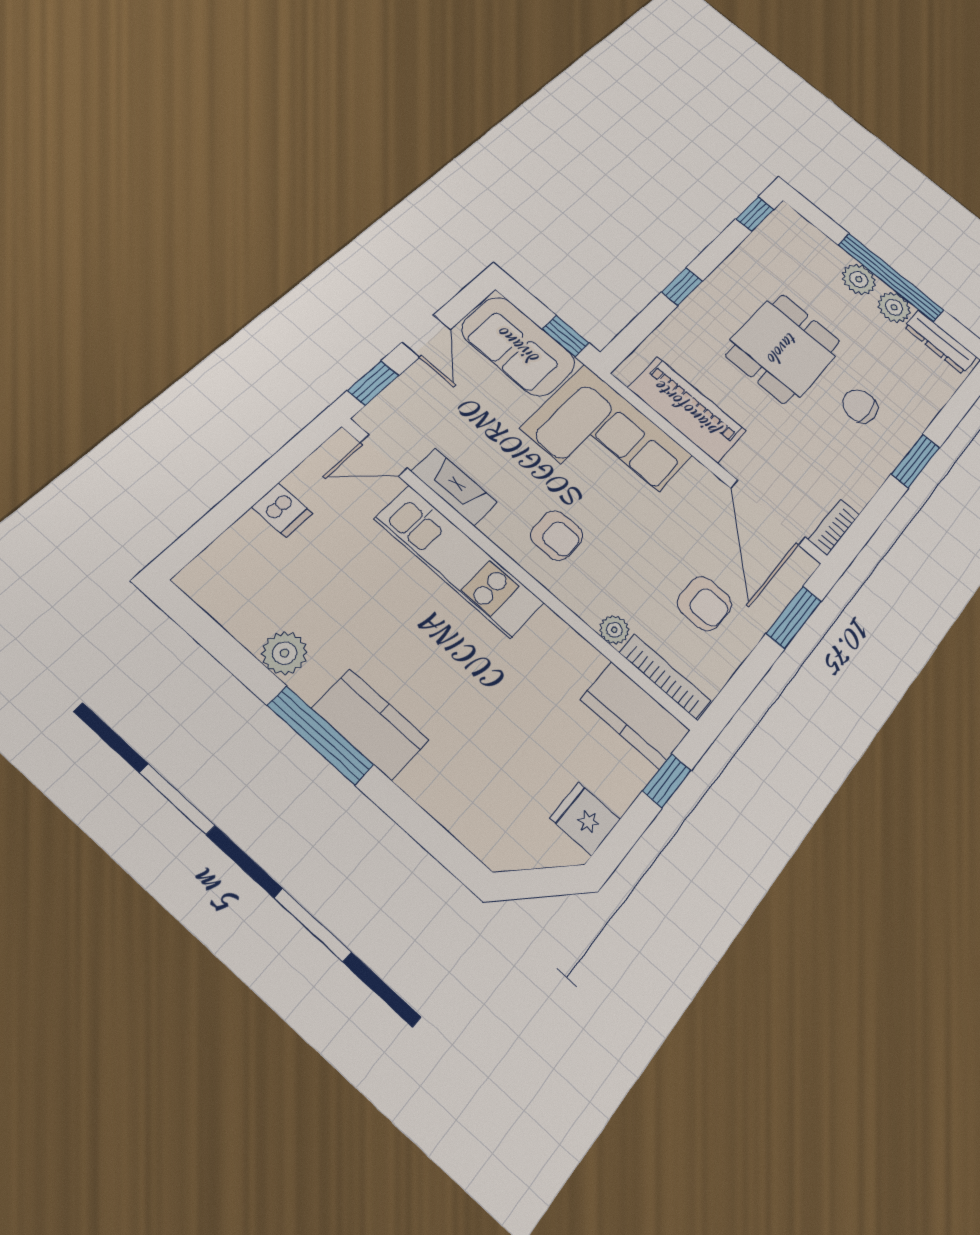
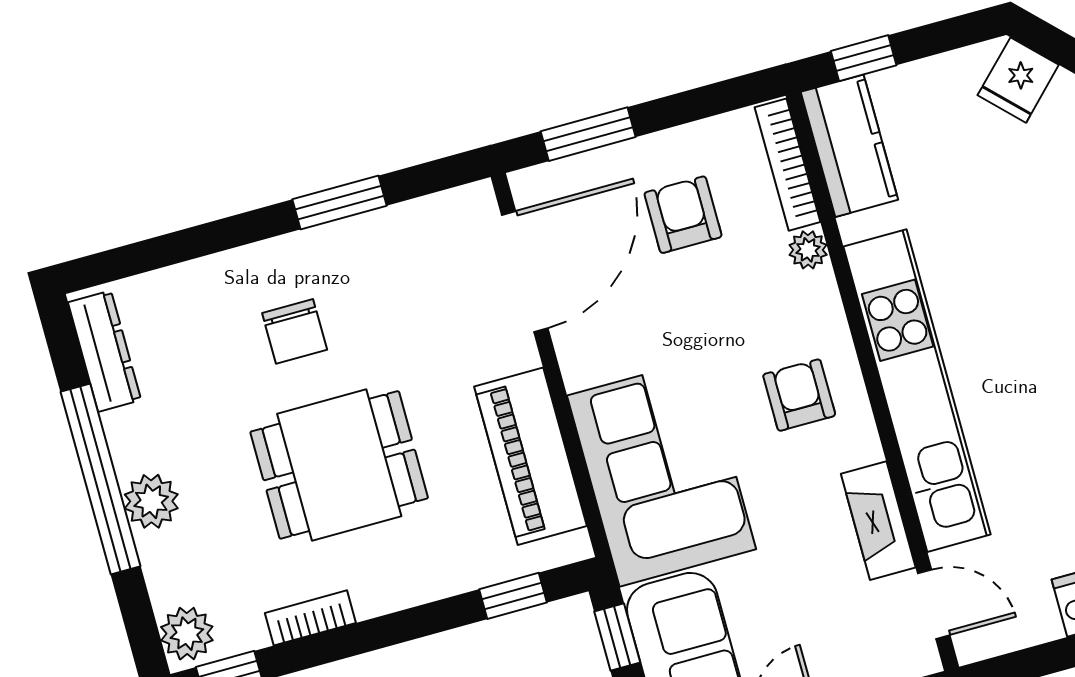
window: (682, 287) -> (513, 596), moved
plant: (894, 307) -> (187, 634), moved
window: (916, 461) -> (340, 203), moved
bookcase: (834, 527) -> (310, 618), moved, turned 180
kitchen unit: (459, 561) -> (917, 391), width x1.36
fridge: (585, 819) -> (1018, 80), moved, turned 45

